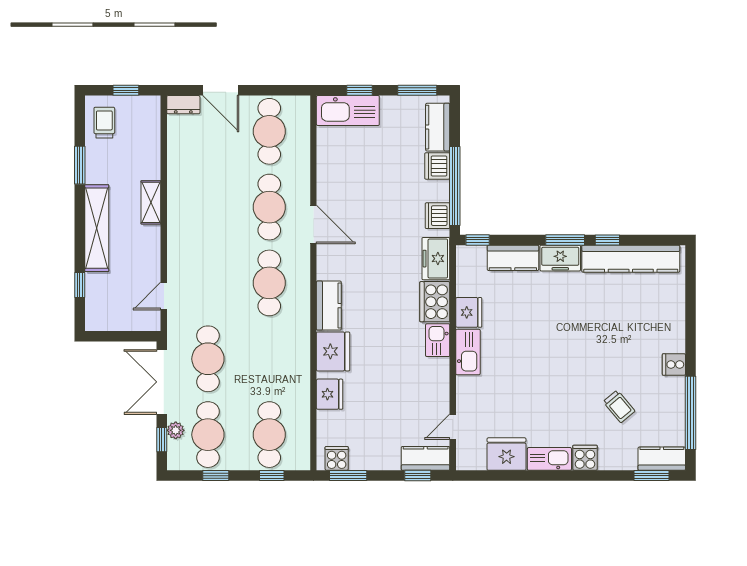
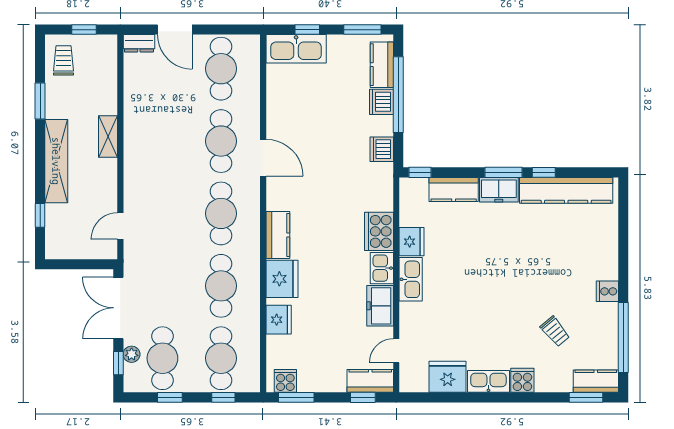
window: (455, 186) -> (398, 95), moved
freezer: (436, 259) -> (380, 306), moved
cafe table: (208, 359) -> (221, 286), moved

